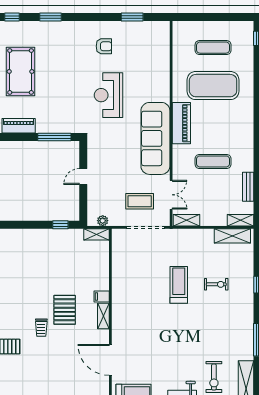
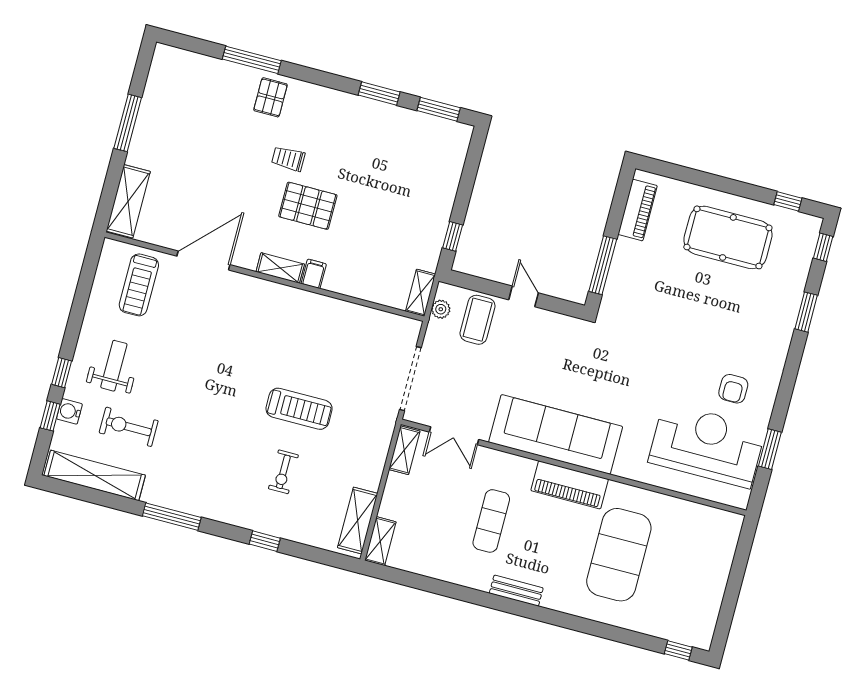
exercise mat: (213, 48) -> (683, 572), removed
reception desk: (108, 95) -> (707, 445), moved, width x1.36, depth x1.30
bench: (248, 187) -> (516, 591), moved
coffee table: (140, 201) -> (478, 320), moved

